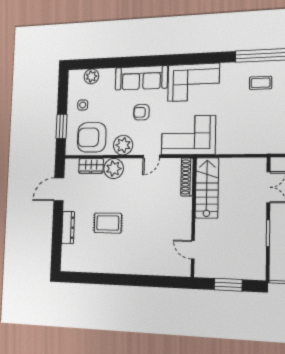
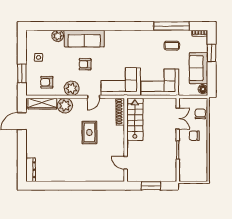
plant: (91, 76) -> (58, 36), moved
corner sofa: (193, 82) -> (160, 82), moved, turned 180
armchair: (92, 137) -> (47, 82), width x0.53, depth x0.53
wardrobe: (91, 166) -> (42, 104), width x1.50
rug: (108, 223) -> (89, 132), moved, turned 90
dresser: (68, 228) -> (31, 170), moved

